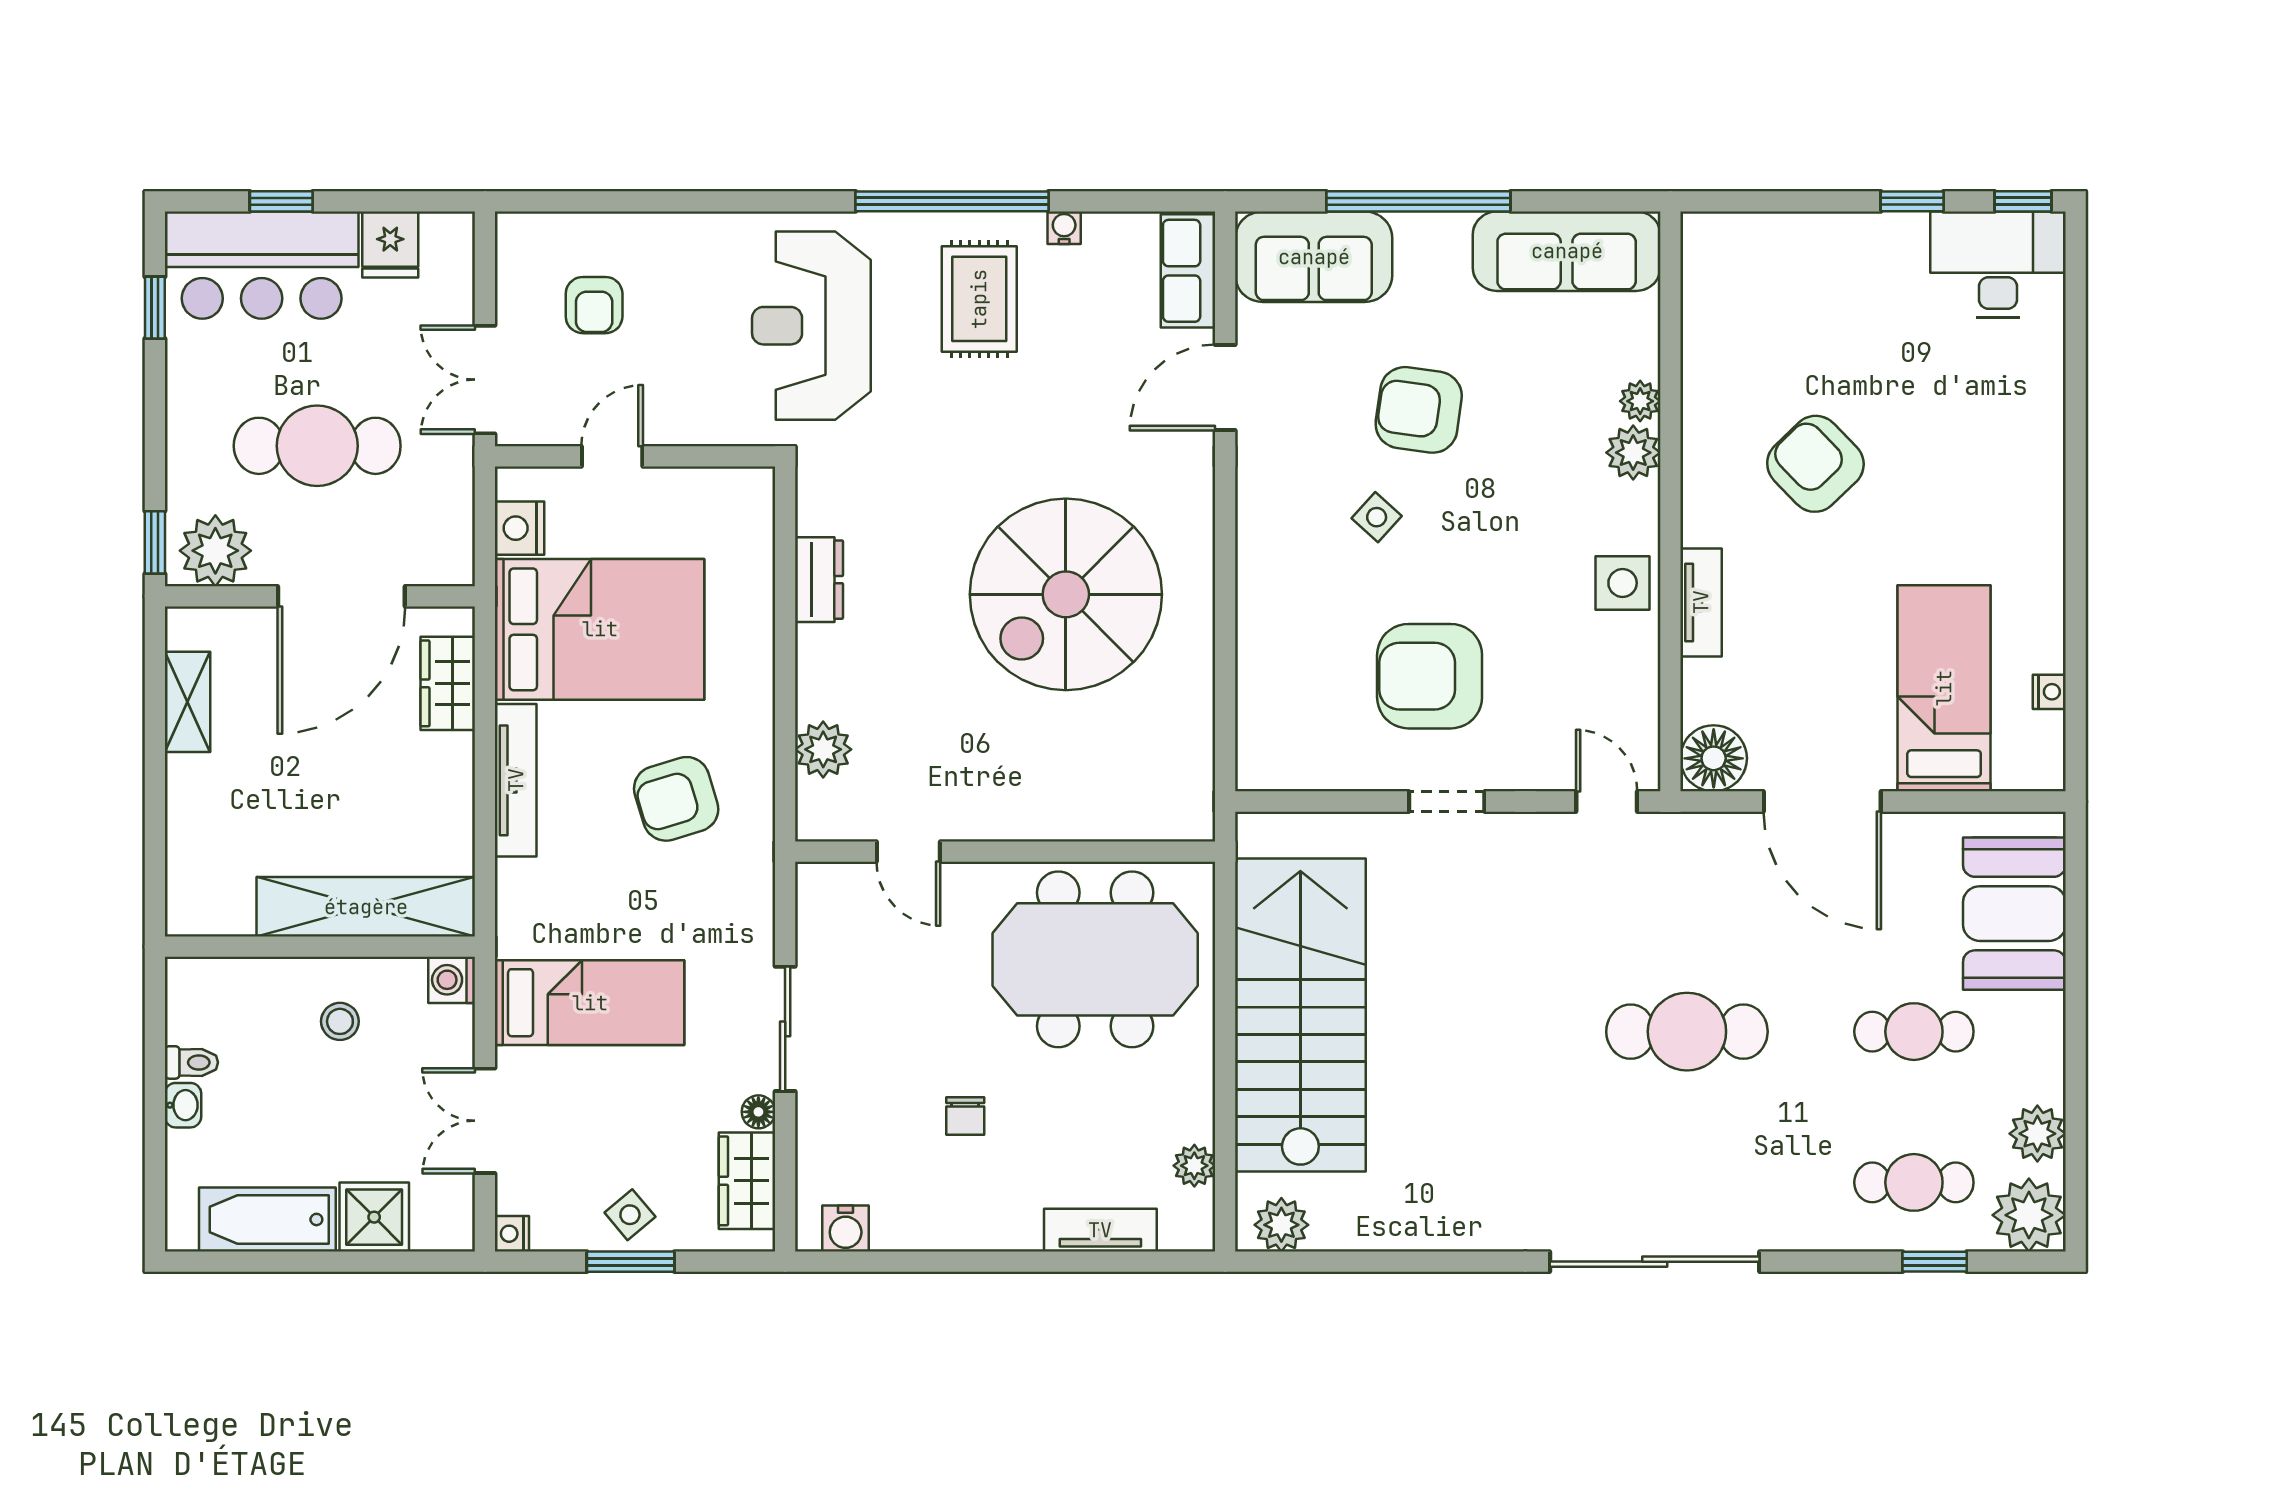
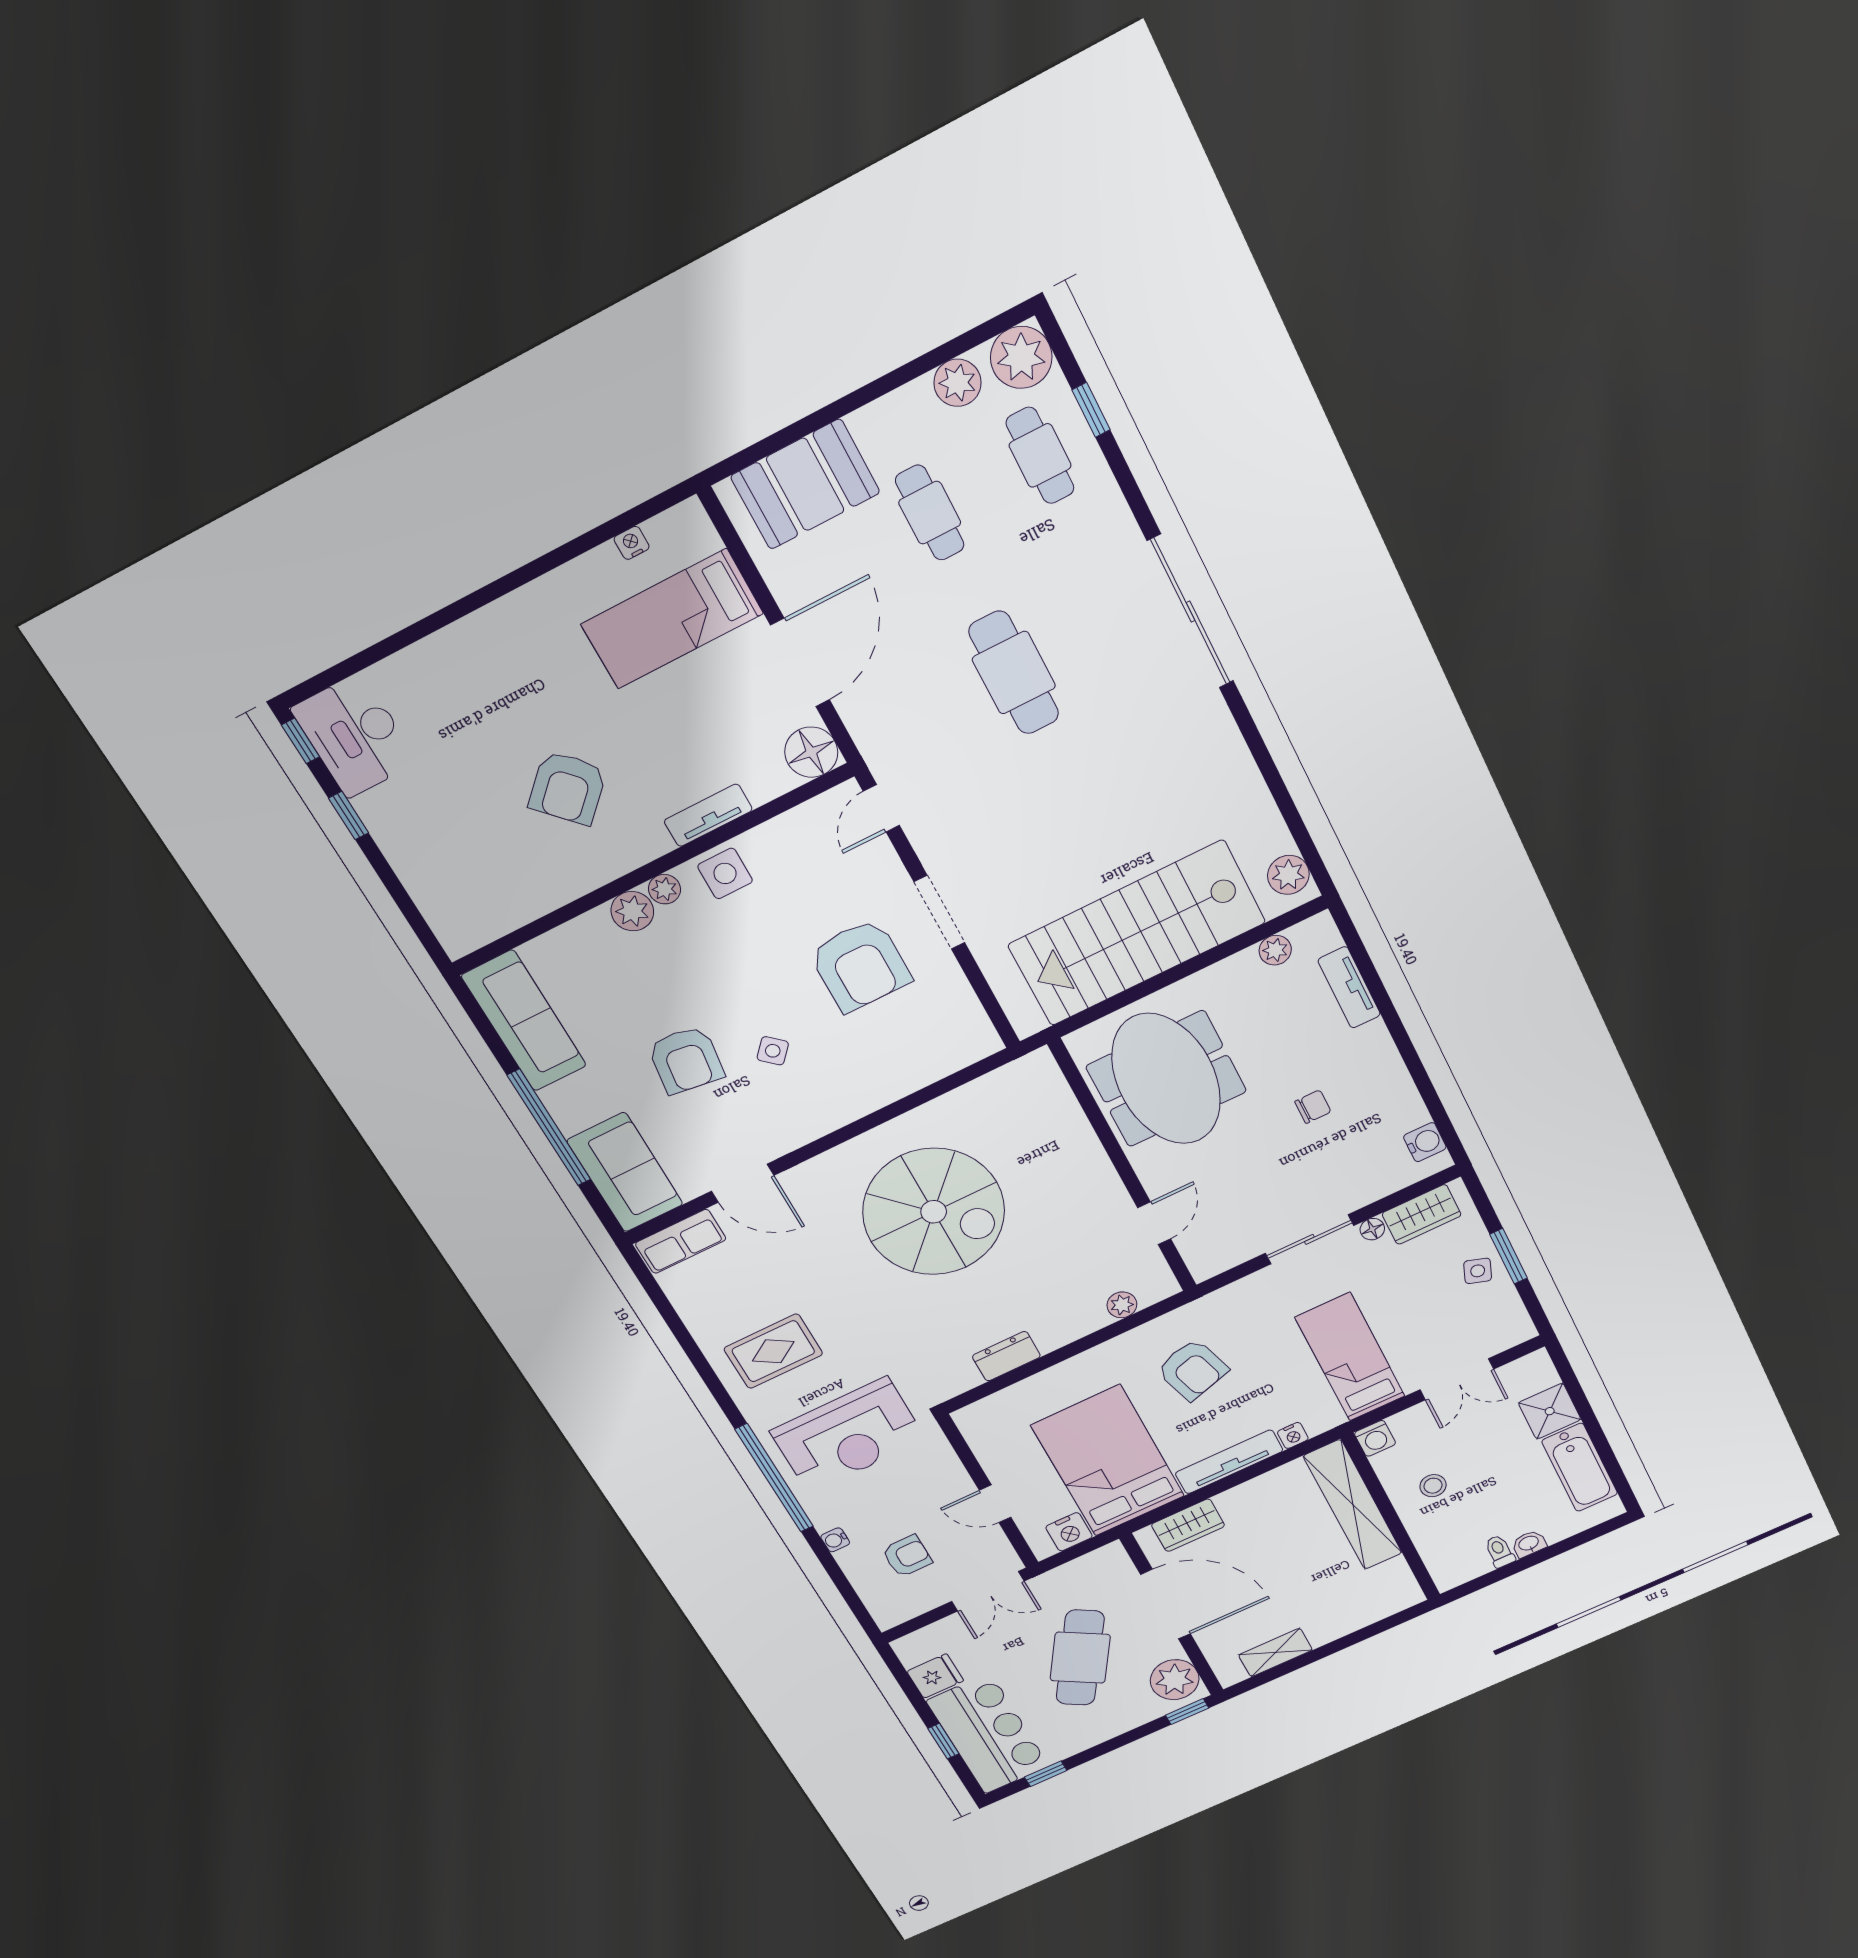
window: (952, 201) -> (774, 1478), moved
water cooler: (1064, 228) -> (835, 1540), moved
plant: (1640, 401) -> (664, 889), moved
cafe table: (317, 446) -> (1080, 1658), turned 32
plant: (823, 749) -> (1122, 1305), width x0.73, depth x0.73
doorway: (1447, 802) -> (939, 912), width x1.38
side table: (630, 1215) -> (1478, 1271), turned -31
nightstand: (512, 1234) -> (1293, 1435), moved

